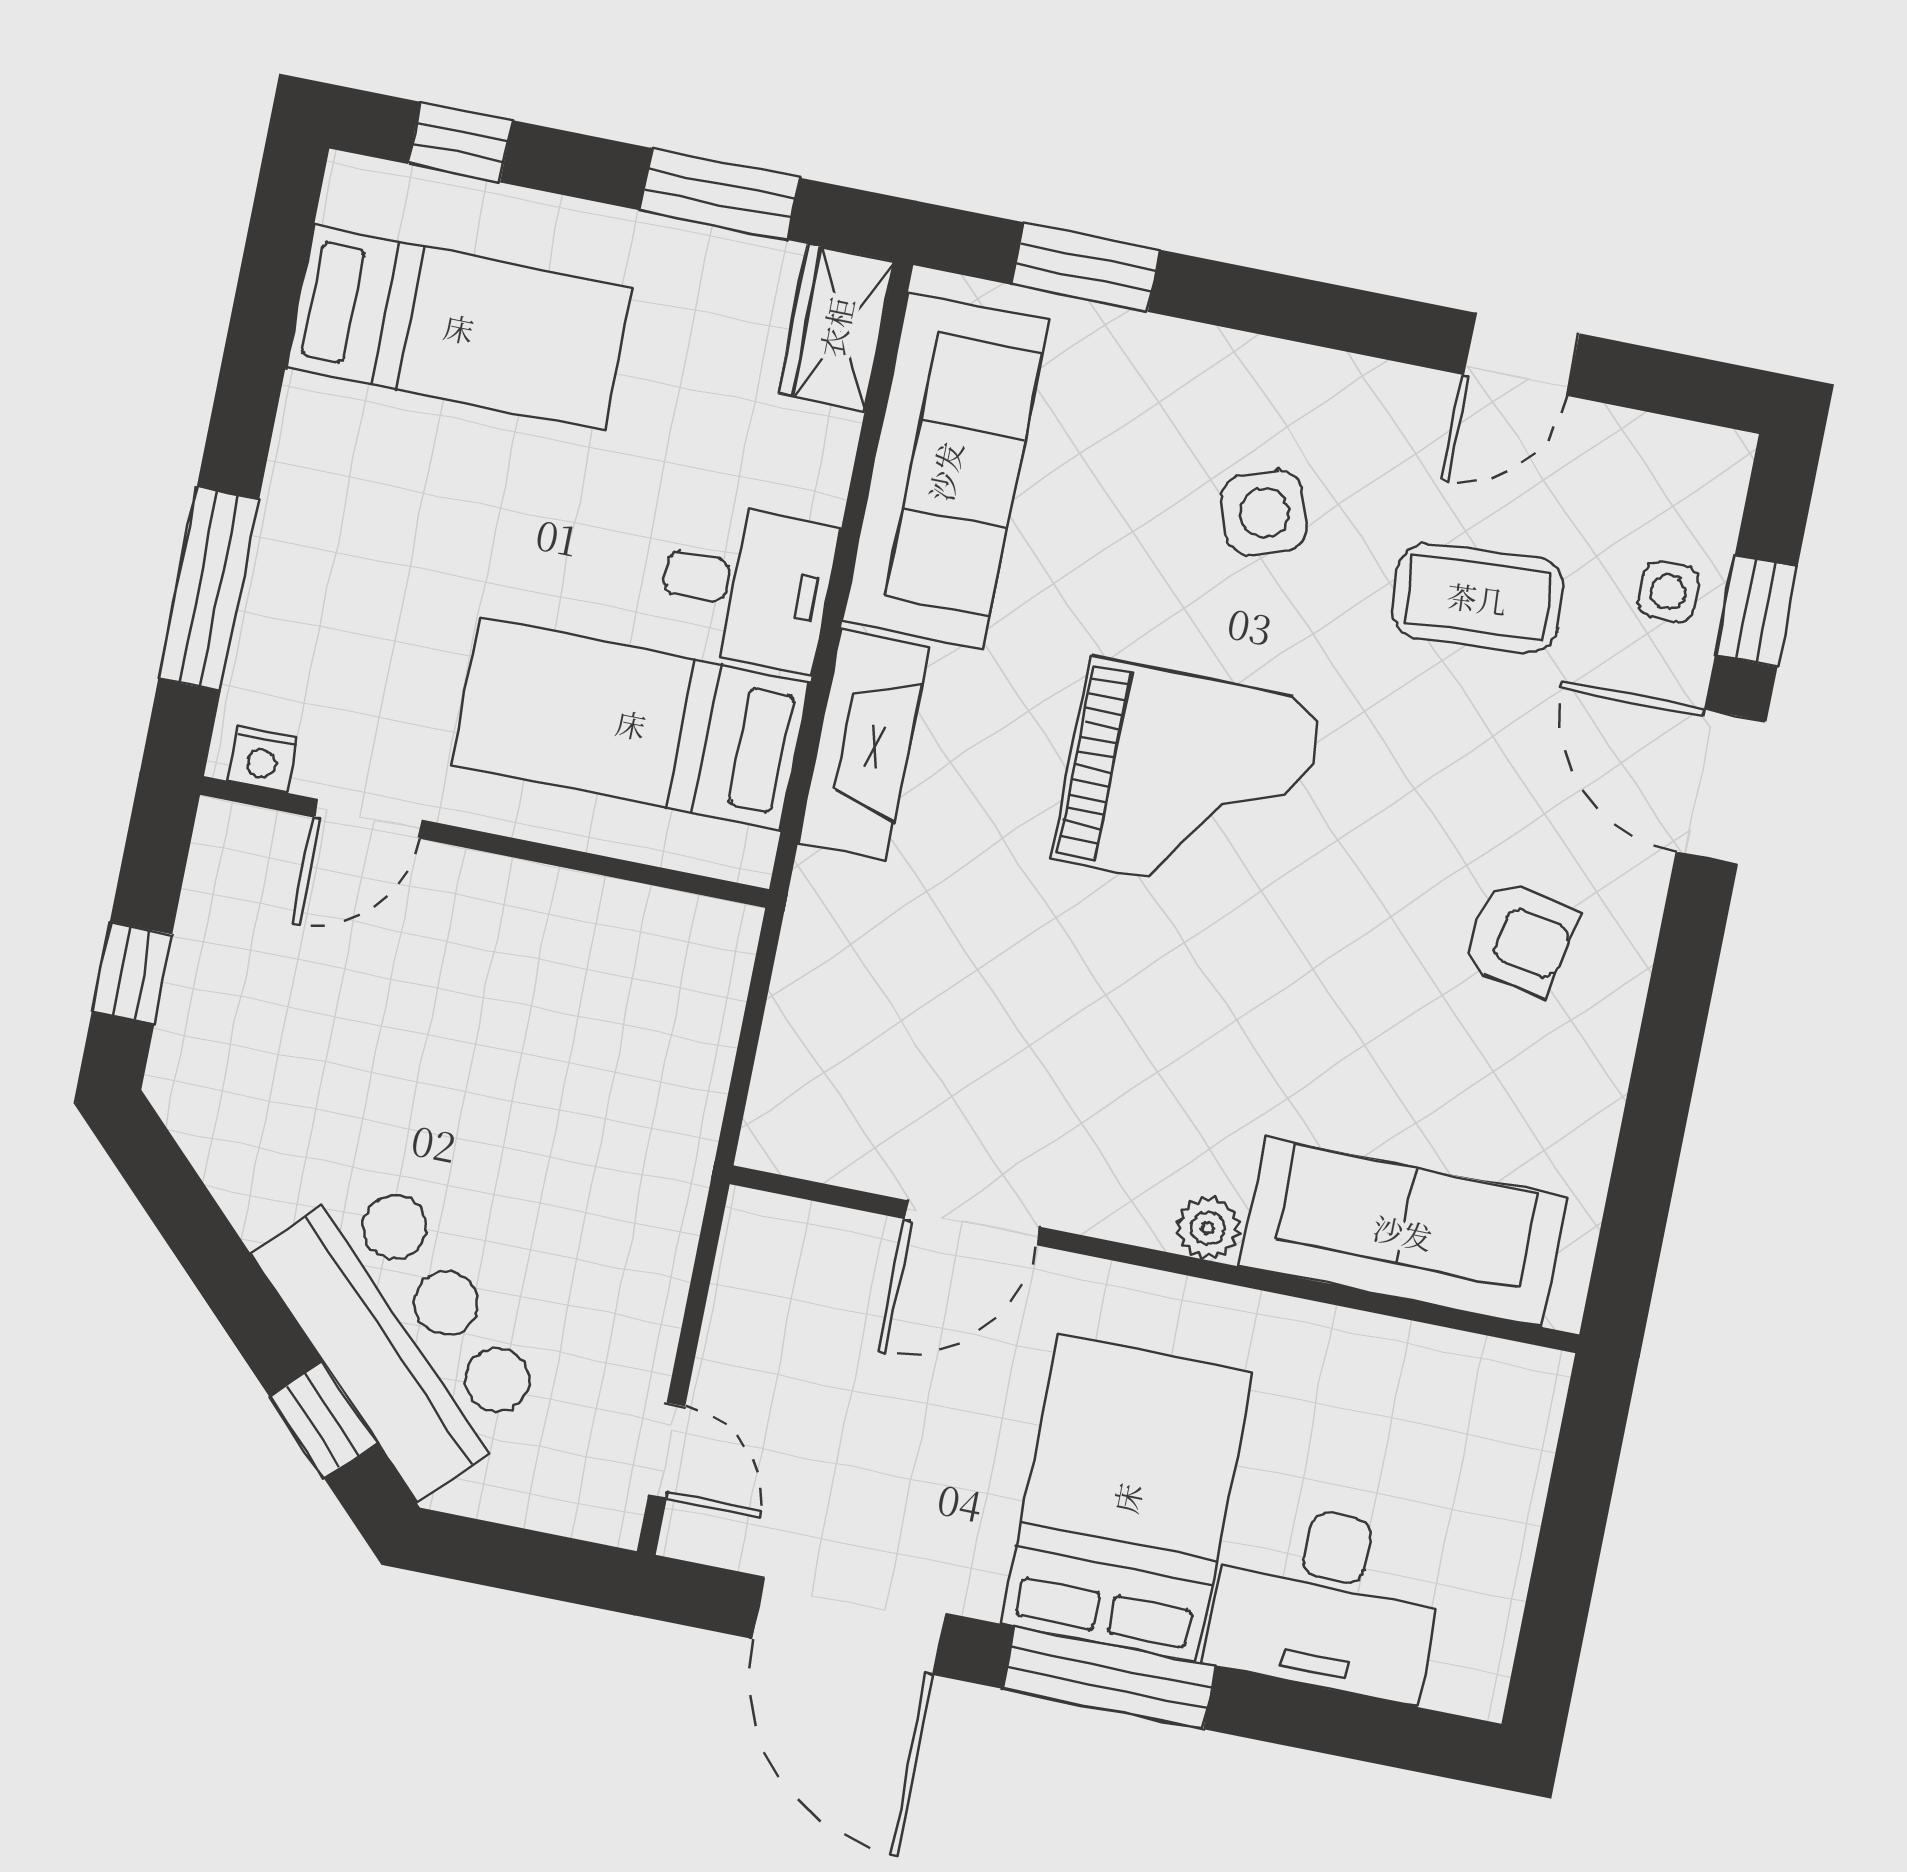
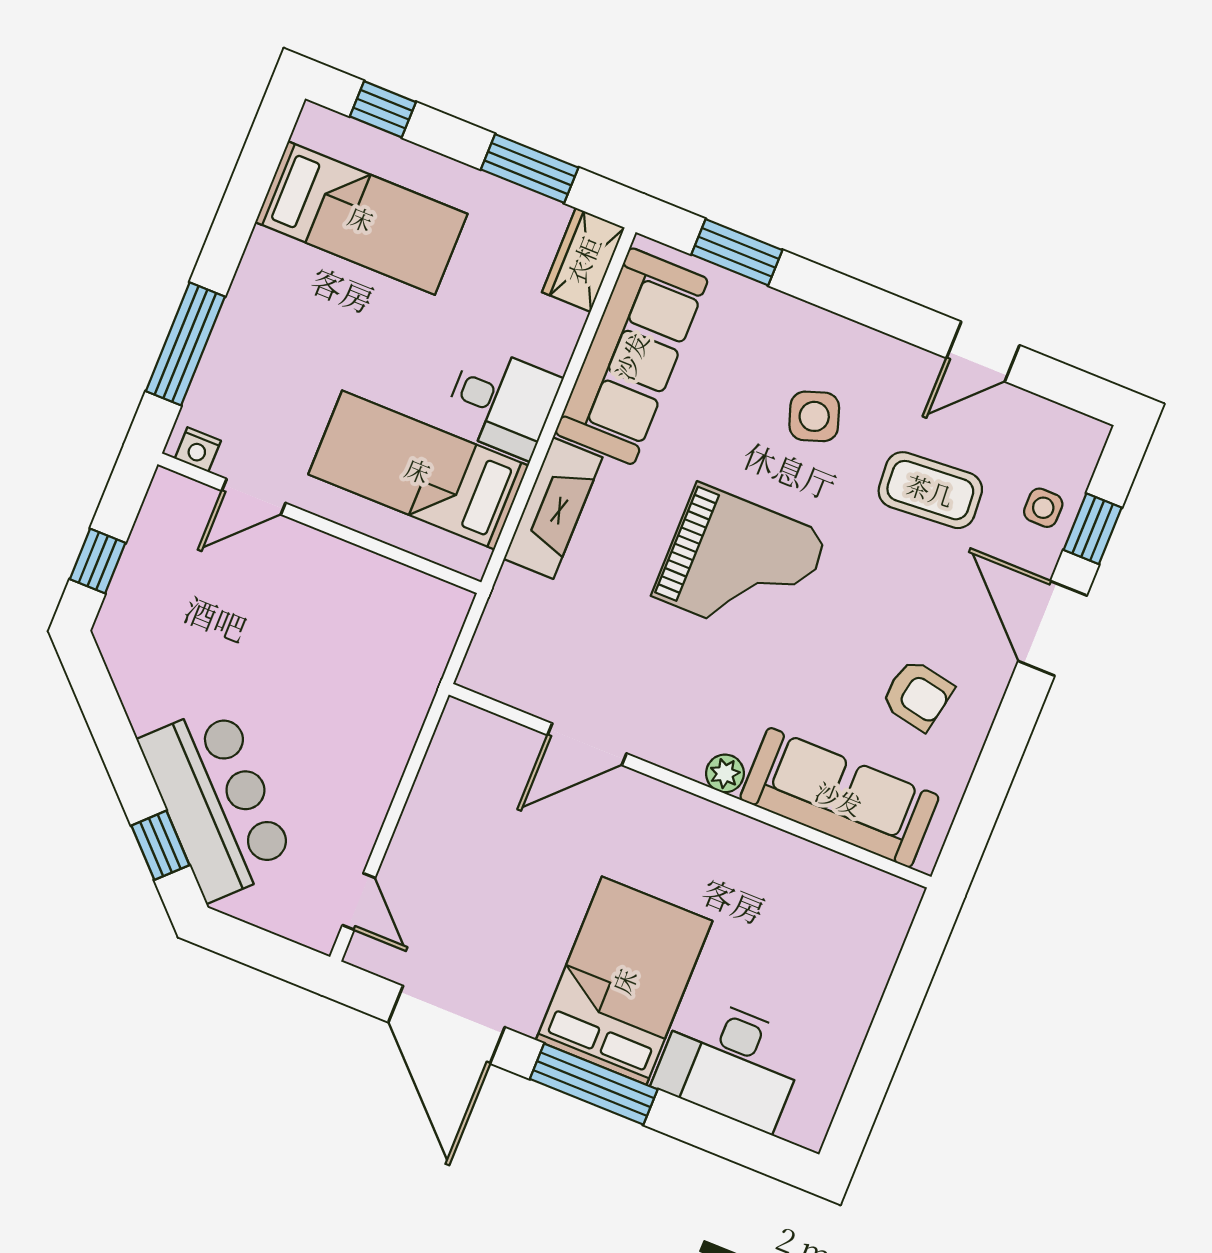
door: (972, 1223) -> (587, 744), moved
plant: (1208, 1228) -> (725, 773), moved
sofa: (1403, 1232) -> (839, 798), moved
wall: (1154, 1259) -> (690, 786), moved

